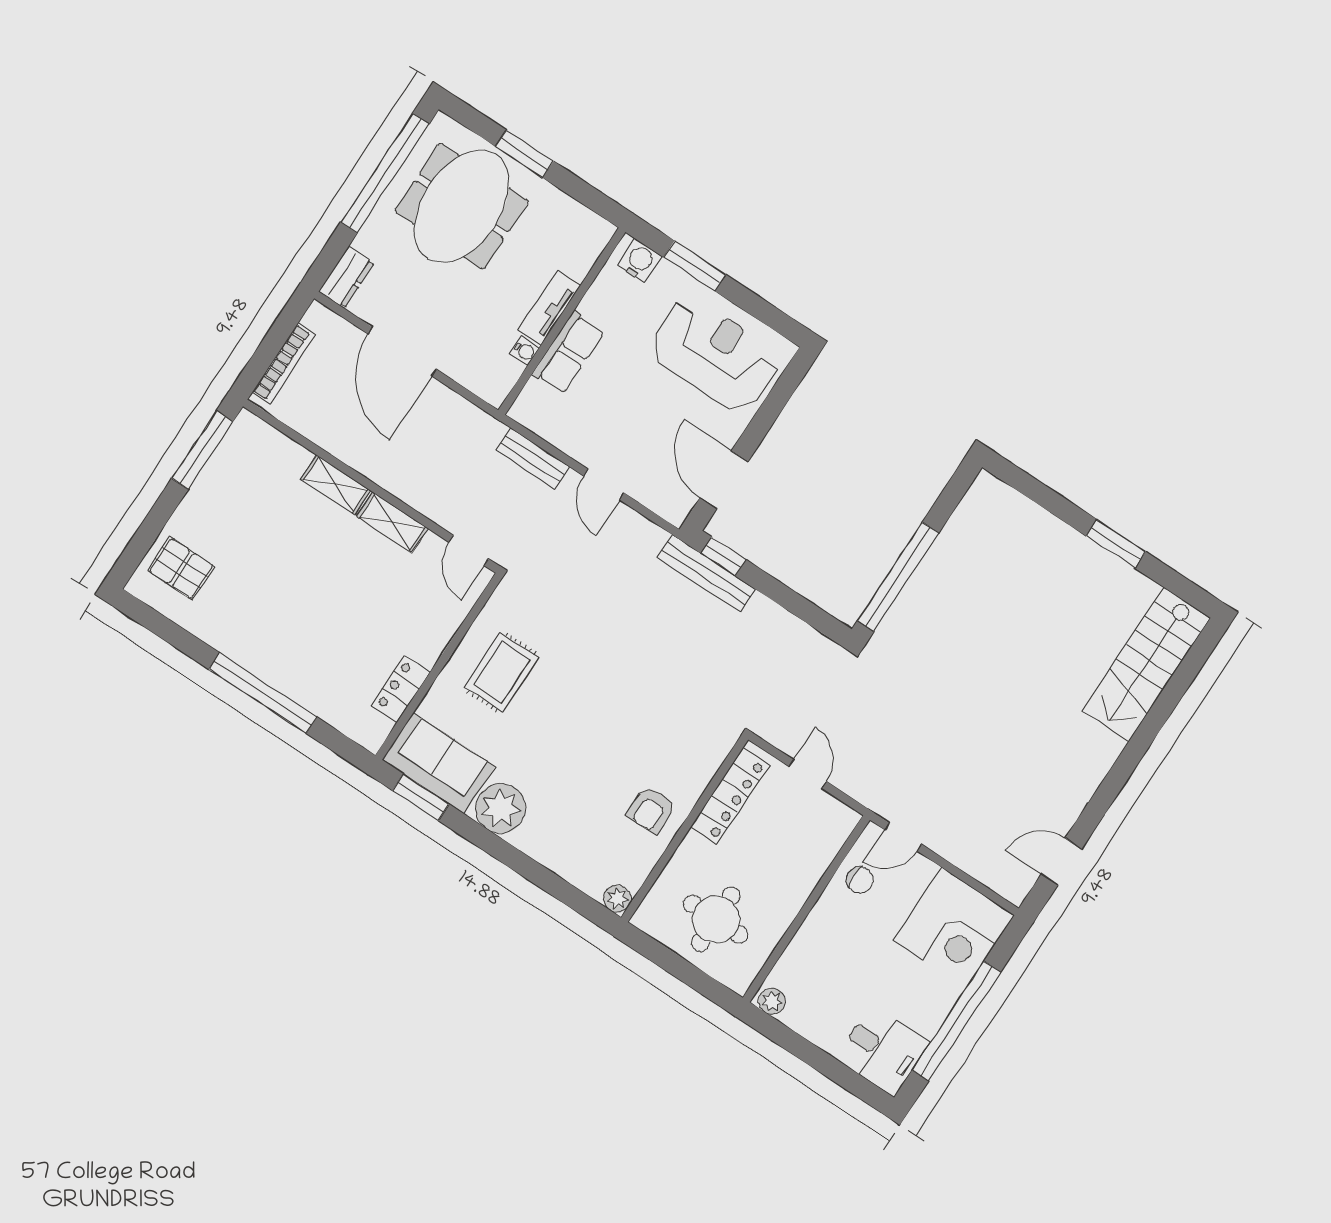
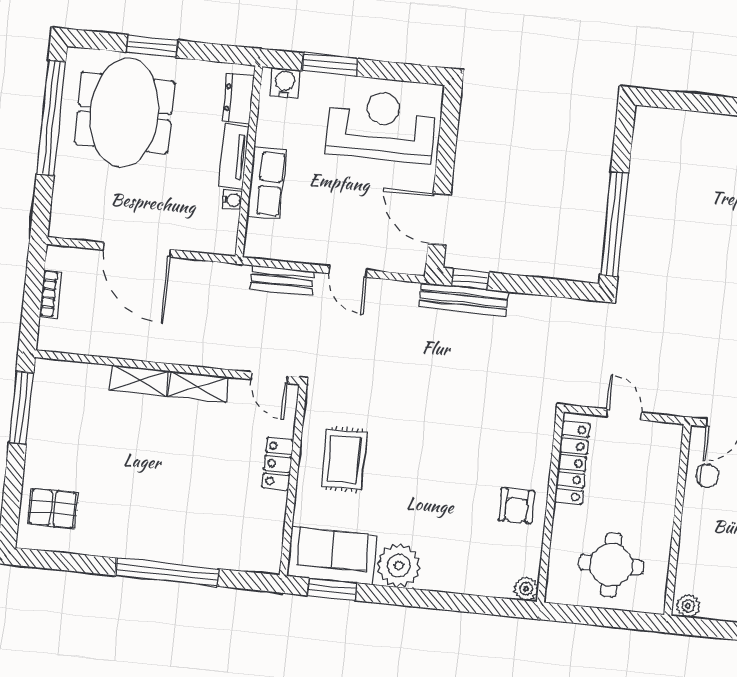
dresser: (347, 277) -> (238, 98), moved, turned 180
bookcase: (284, 364) -> (51, 294), width x0.64
locker: (401, 689) -> (278, 464), moved

